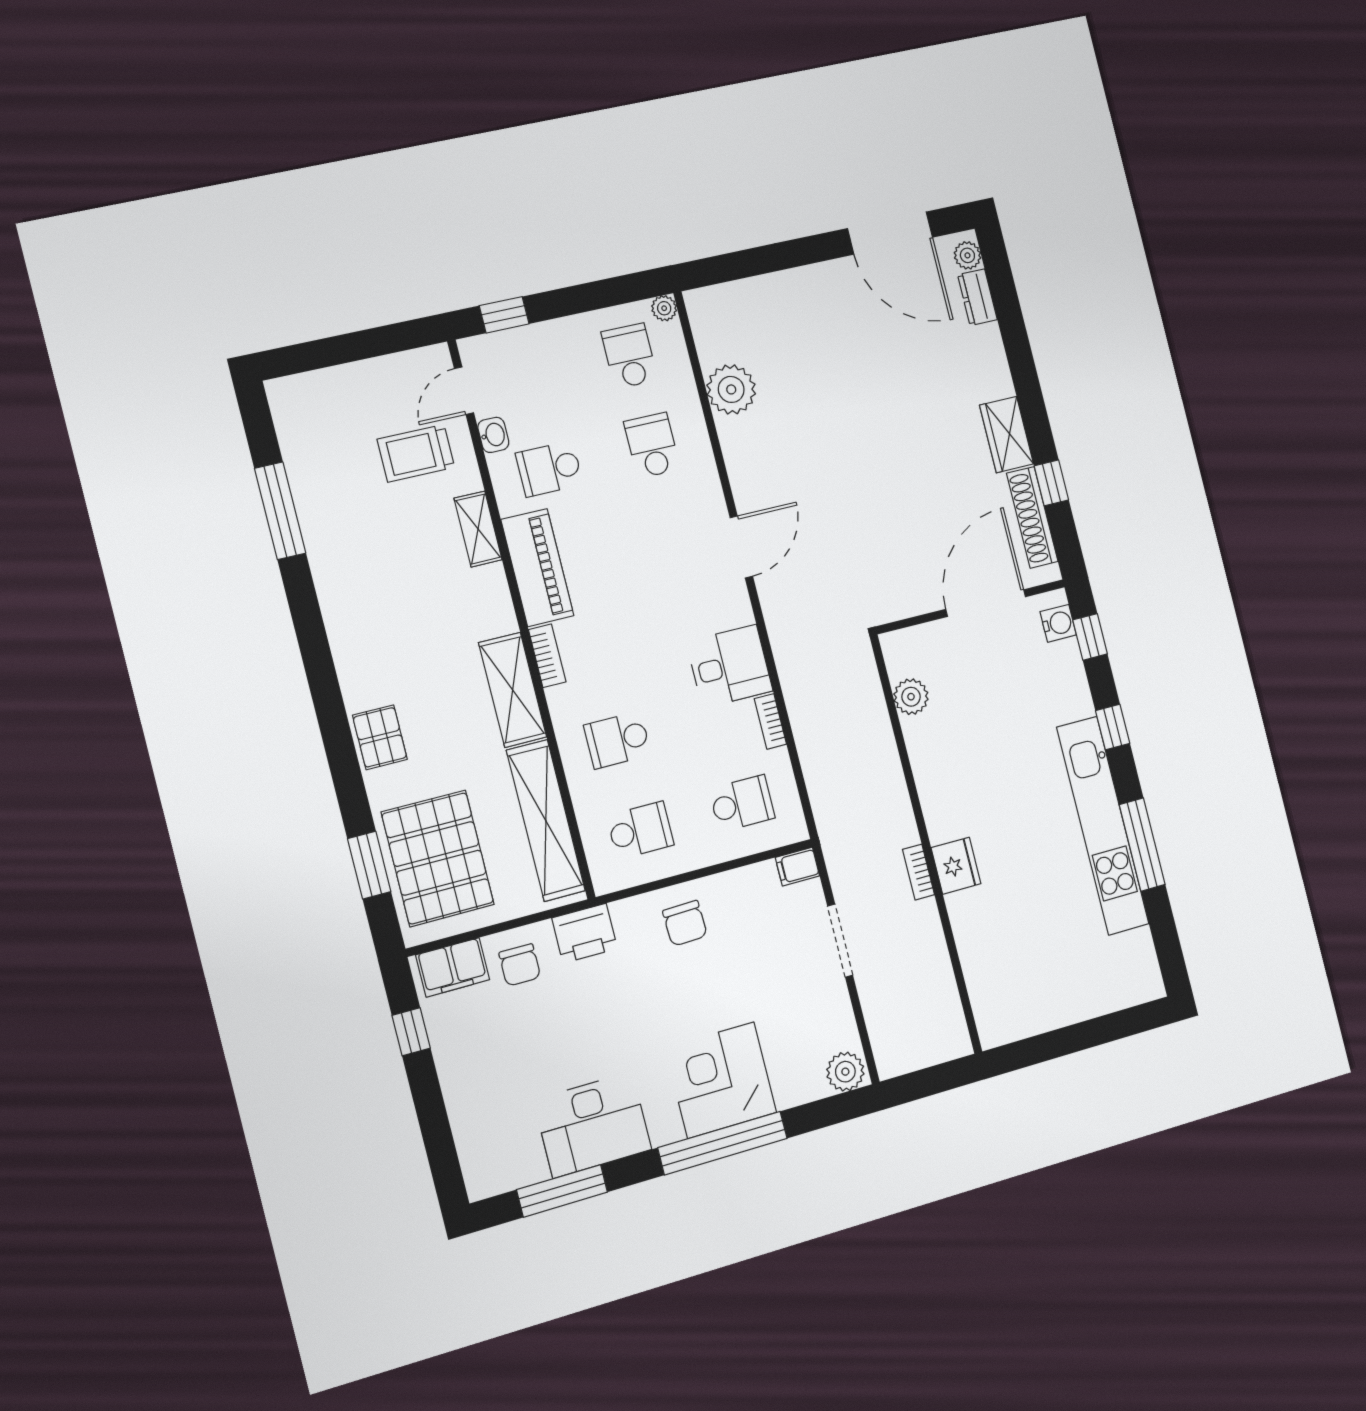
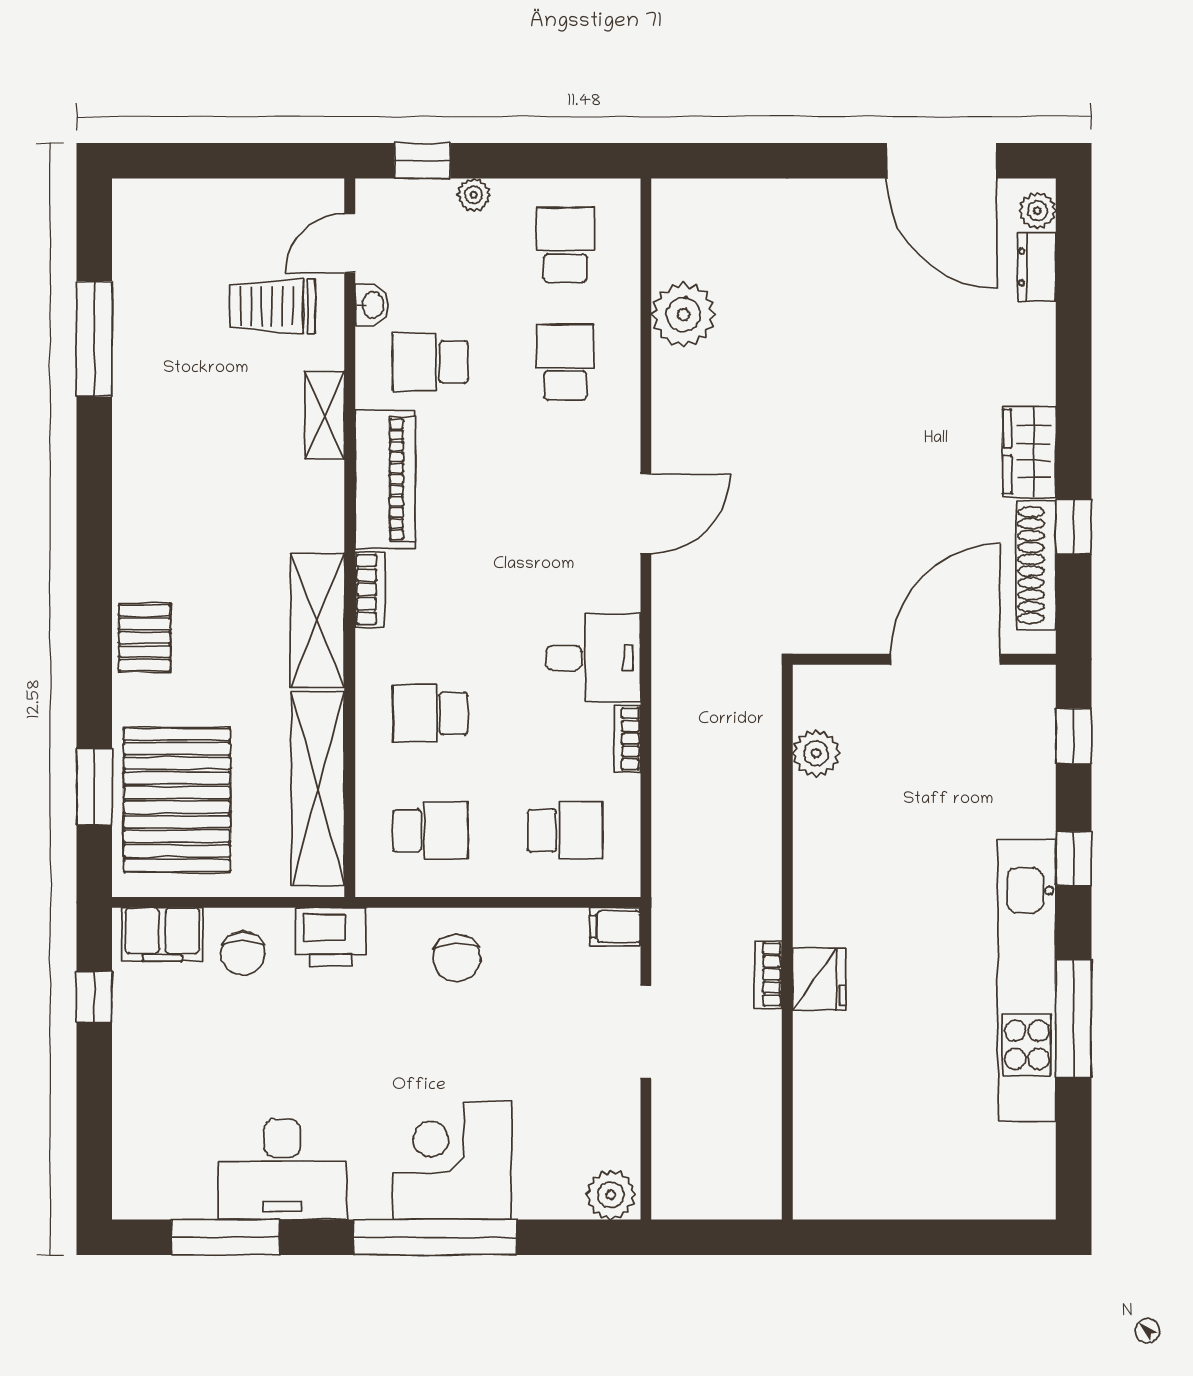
plant: (664, 308) -> (474, 195), moved
water cooler: (1058, 623) -> (1035, 708), removed

